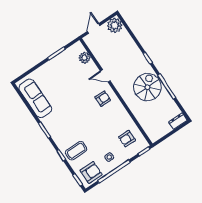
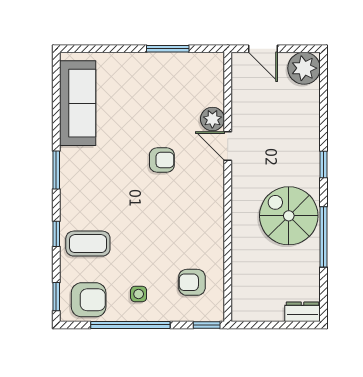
door: (94, 29) -> (263, 49), swing flipped
plant: (85, 58) -> (212, 119), moved
spiral stairs: (147, 87) -> (289, 216), turned -90
armchair: (103, 99) -> (162, 160), moved

